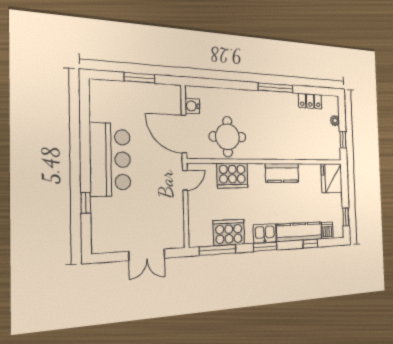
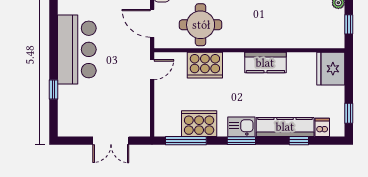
door: (184, 134) -> (152, 23), width x0.73

